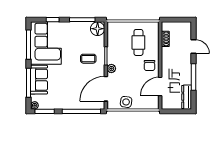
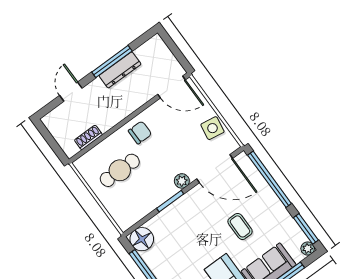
coffee table: (88, 59) -> (240, 226), moved
door: (160, 87) -> (172, 87), moved
dresser: (187, 97) -> (120, 70), moved

